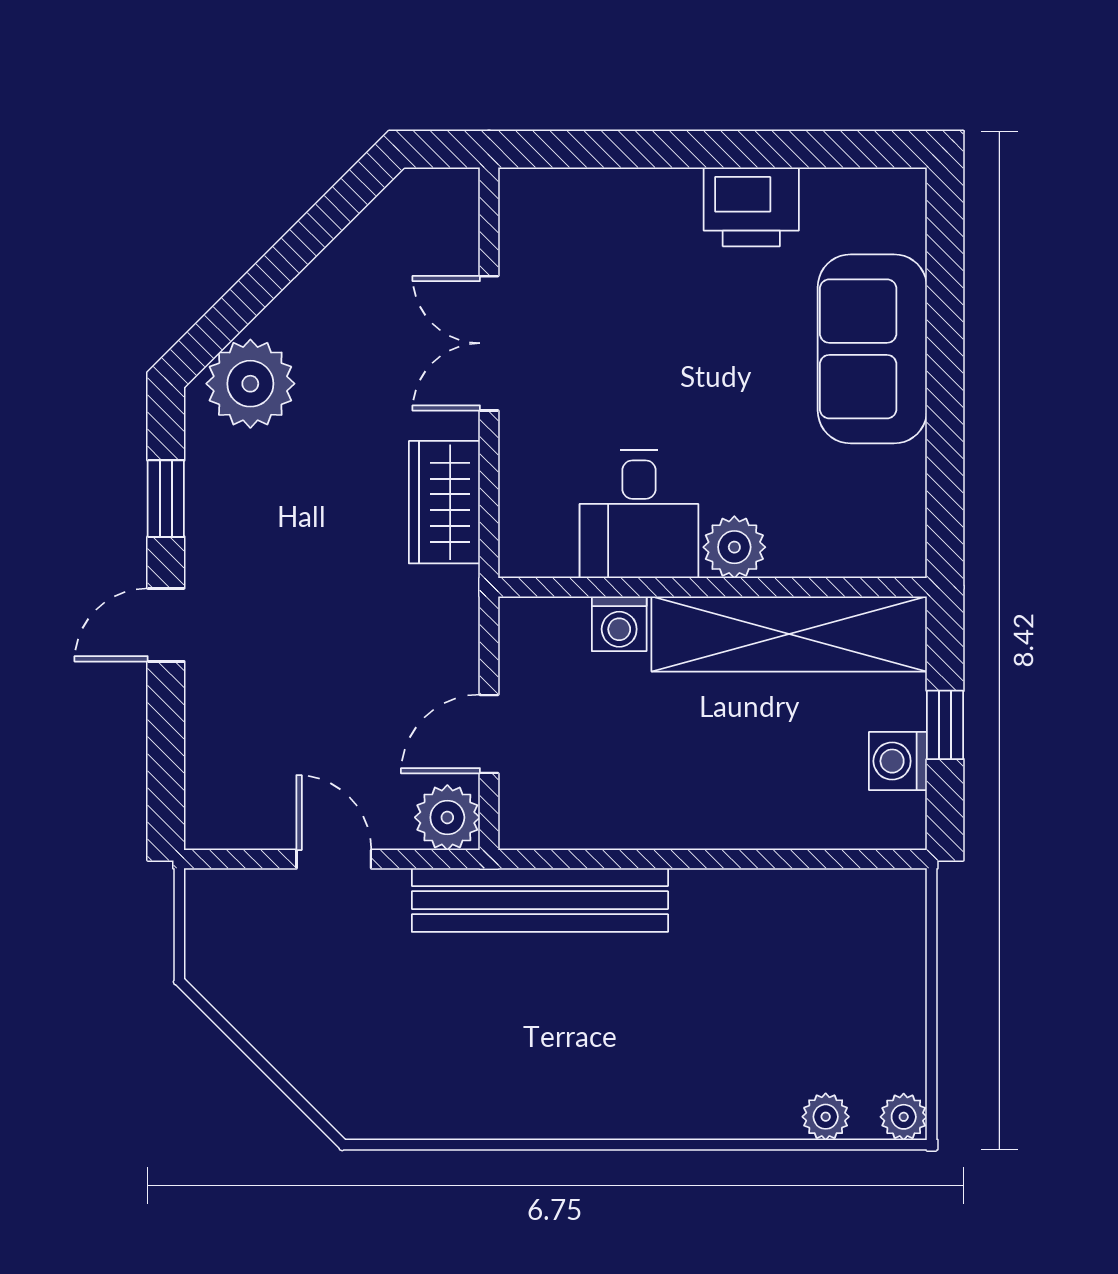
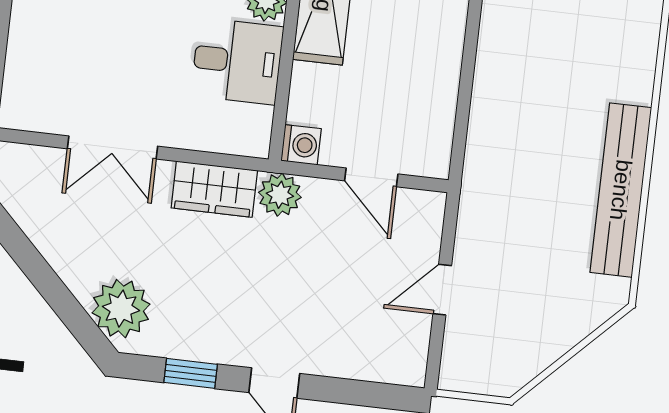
washing machine: (619, 624) -> (301, 145), moved
plant: (447, 817) -> (280, 195), moved
bench: (540, 900) -> (621, 190), moved

